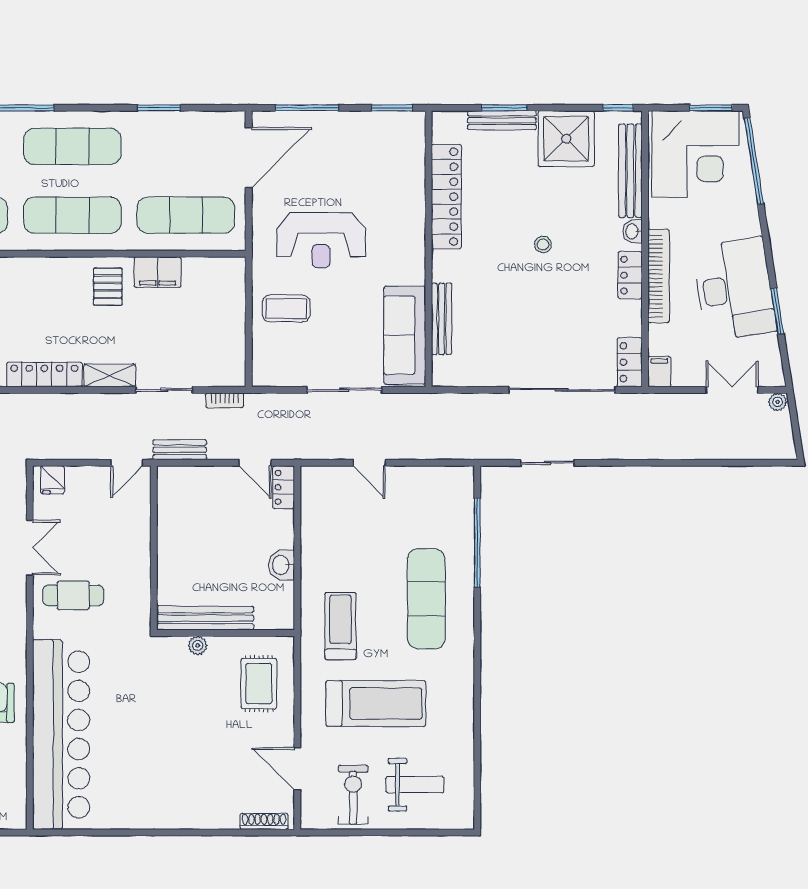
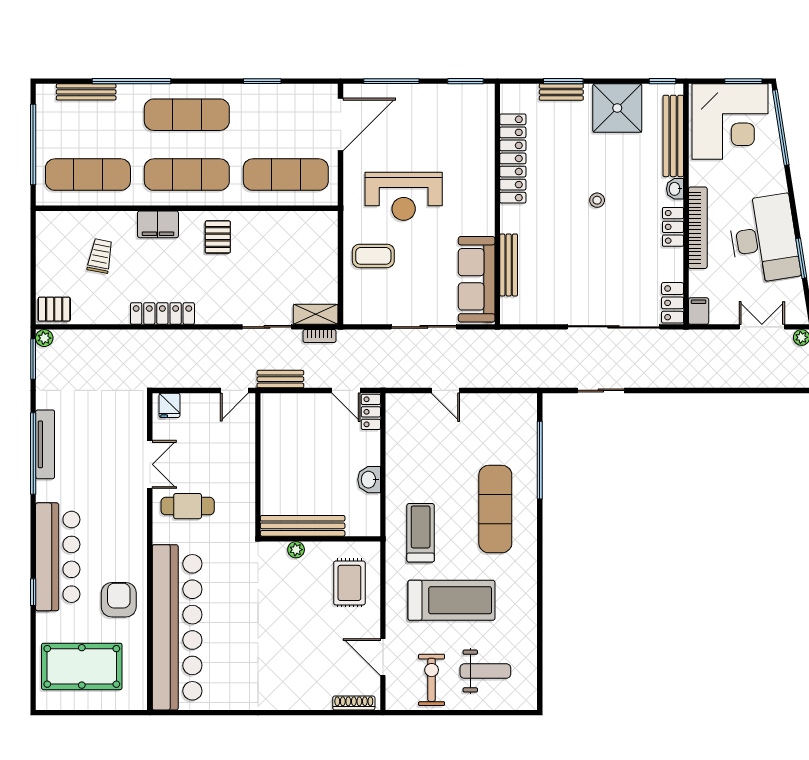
bench: (502, 120) -> (561, 92), width x0.73
filing cabinet: (158, 272) -> (158, 224), moved
shelving: (110, 375) -> (316, 314), moved

